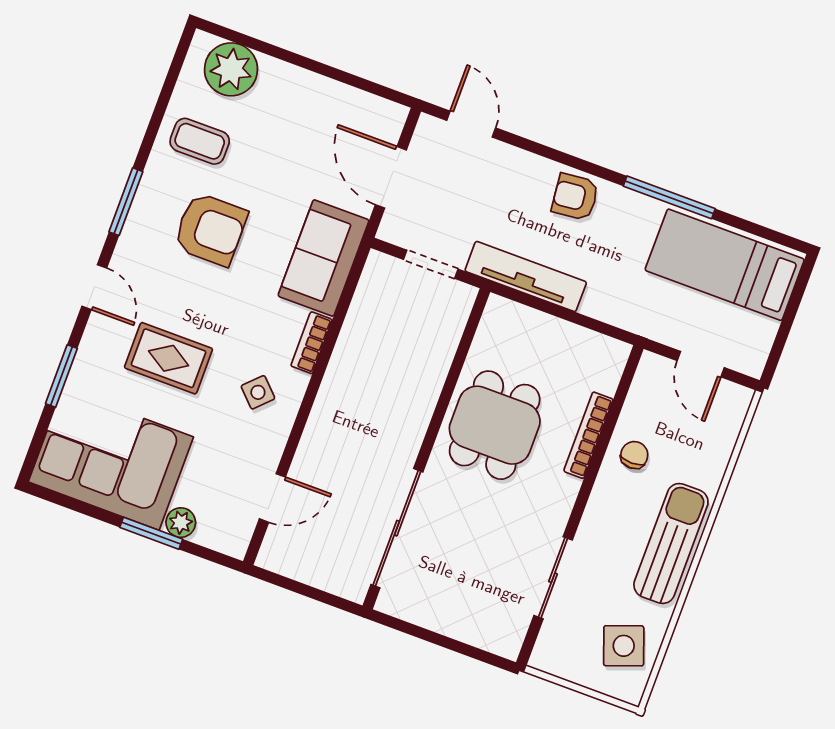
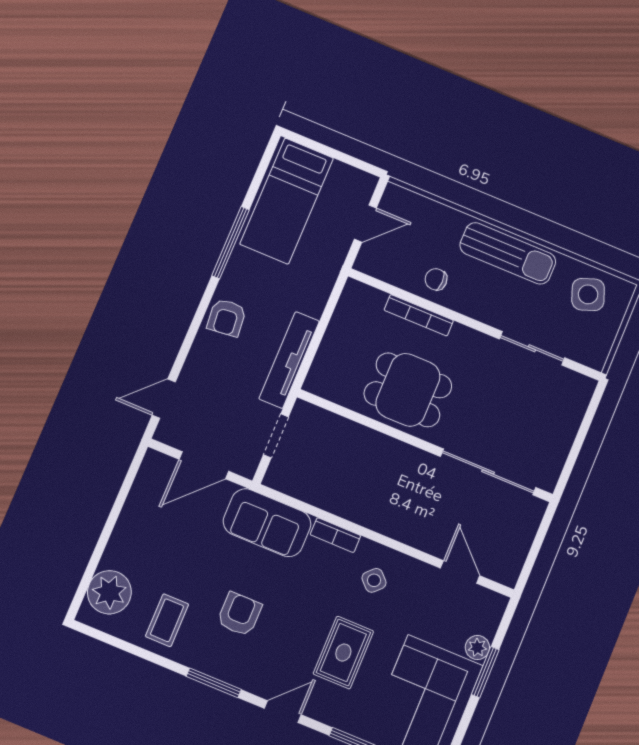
armchair: (210, 229) -> (239, 614), width x0.72, depth x0.72
sun lounger: (671, 543) -> (508, 253), turned 180

